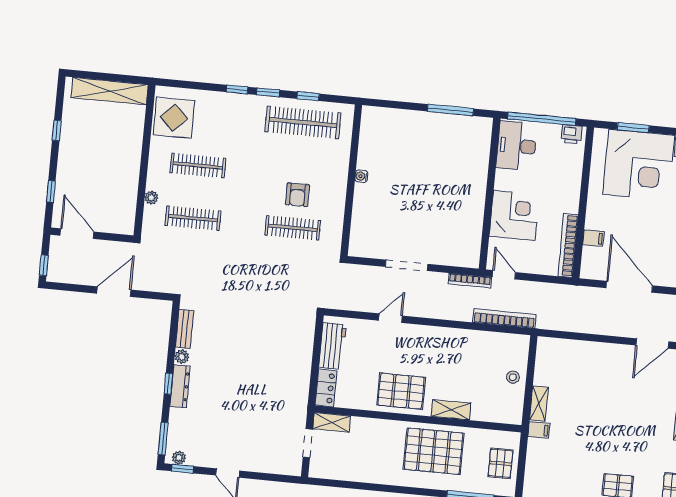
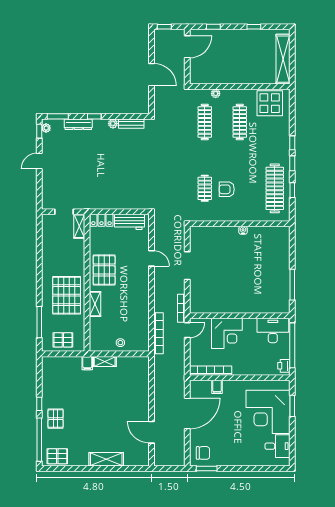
clothes rail: (293, 228) -> (205, 188), width x0.73
dresser: (180, 386) -> (78, 124), moved

